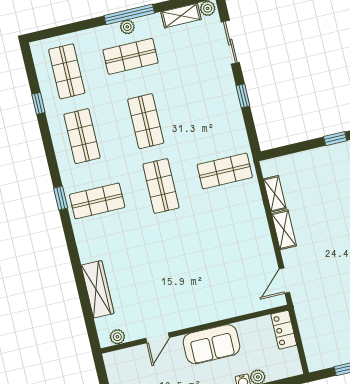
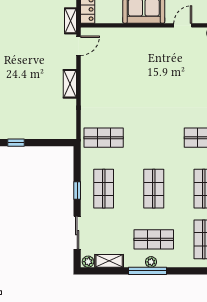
shop shelf: (161, 186) -> (104, 189), moved
shelving: (275, 194) -> (71, 21), moved

